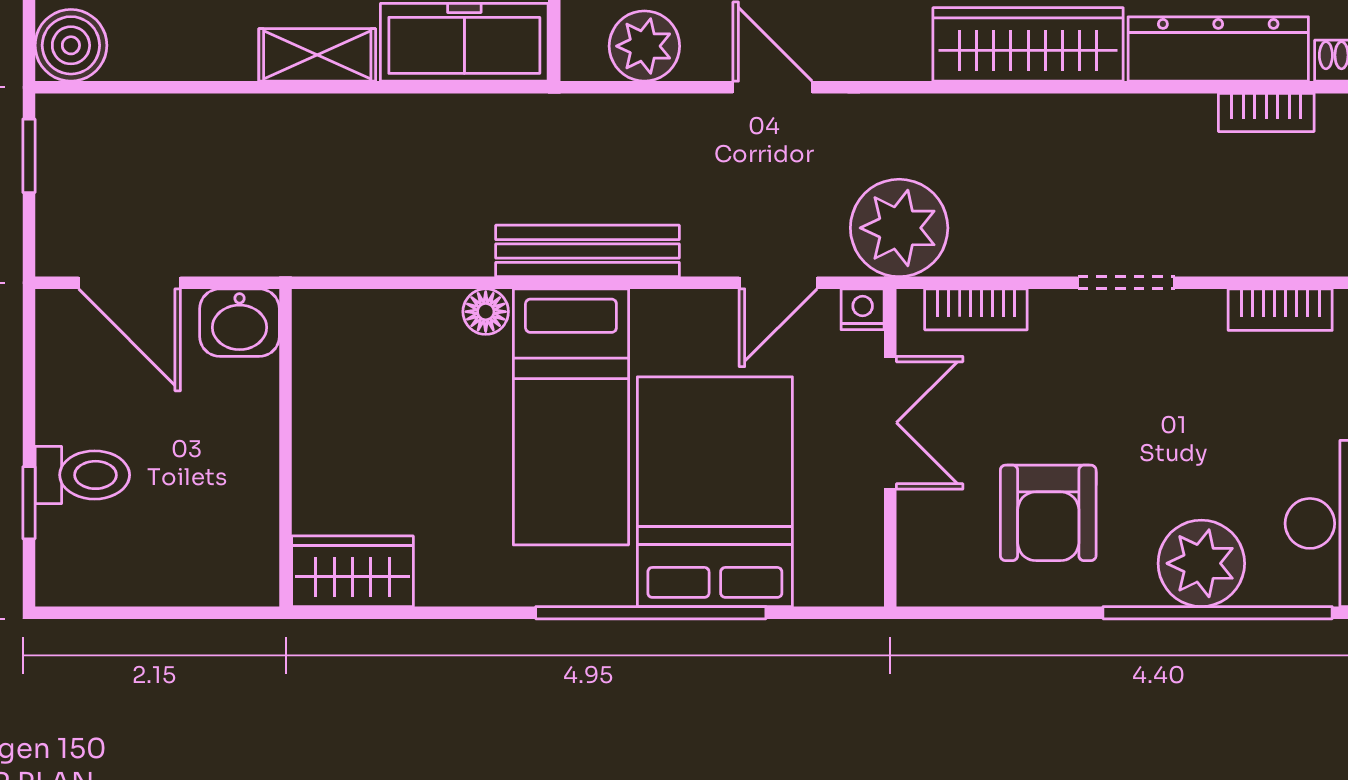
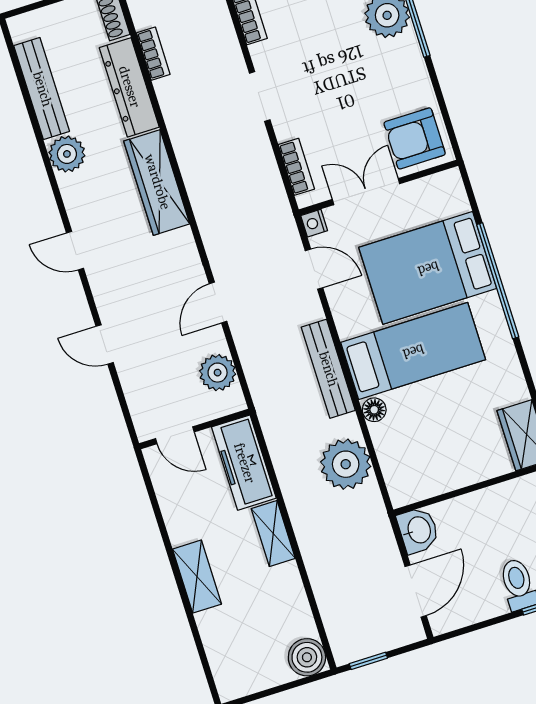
plant: (899, 228) -> (346, 464), moved
armchair: (1048, 513) -> (415, 138), moved, turned 180

